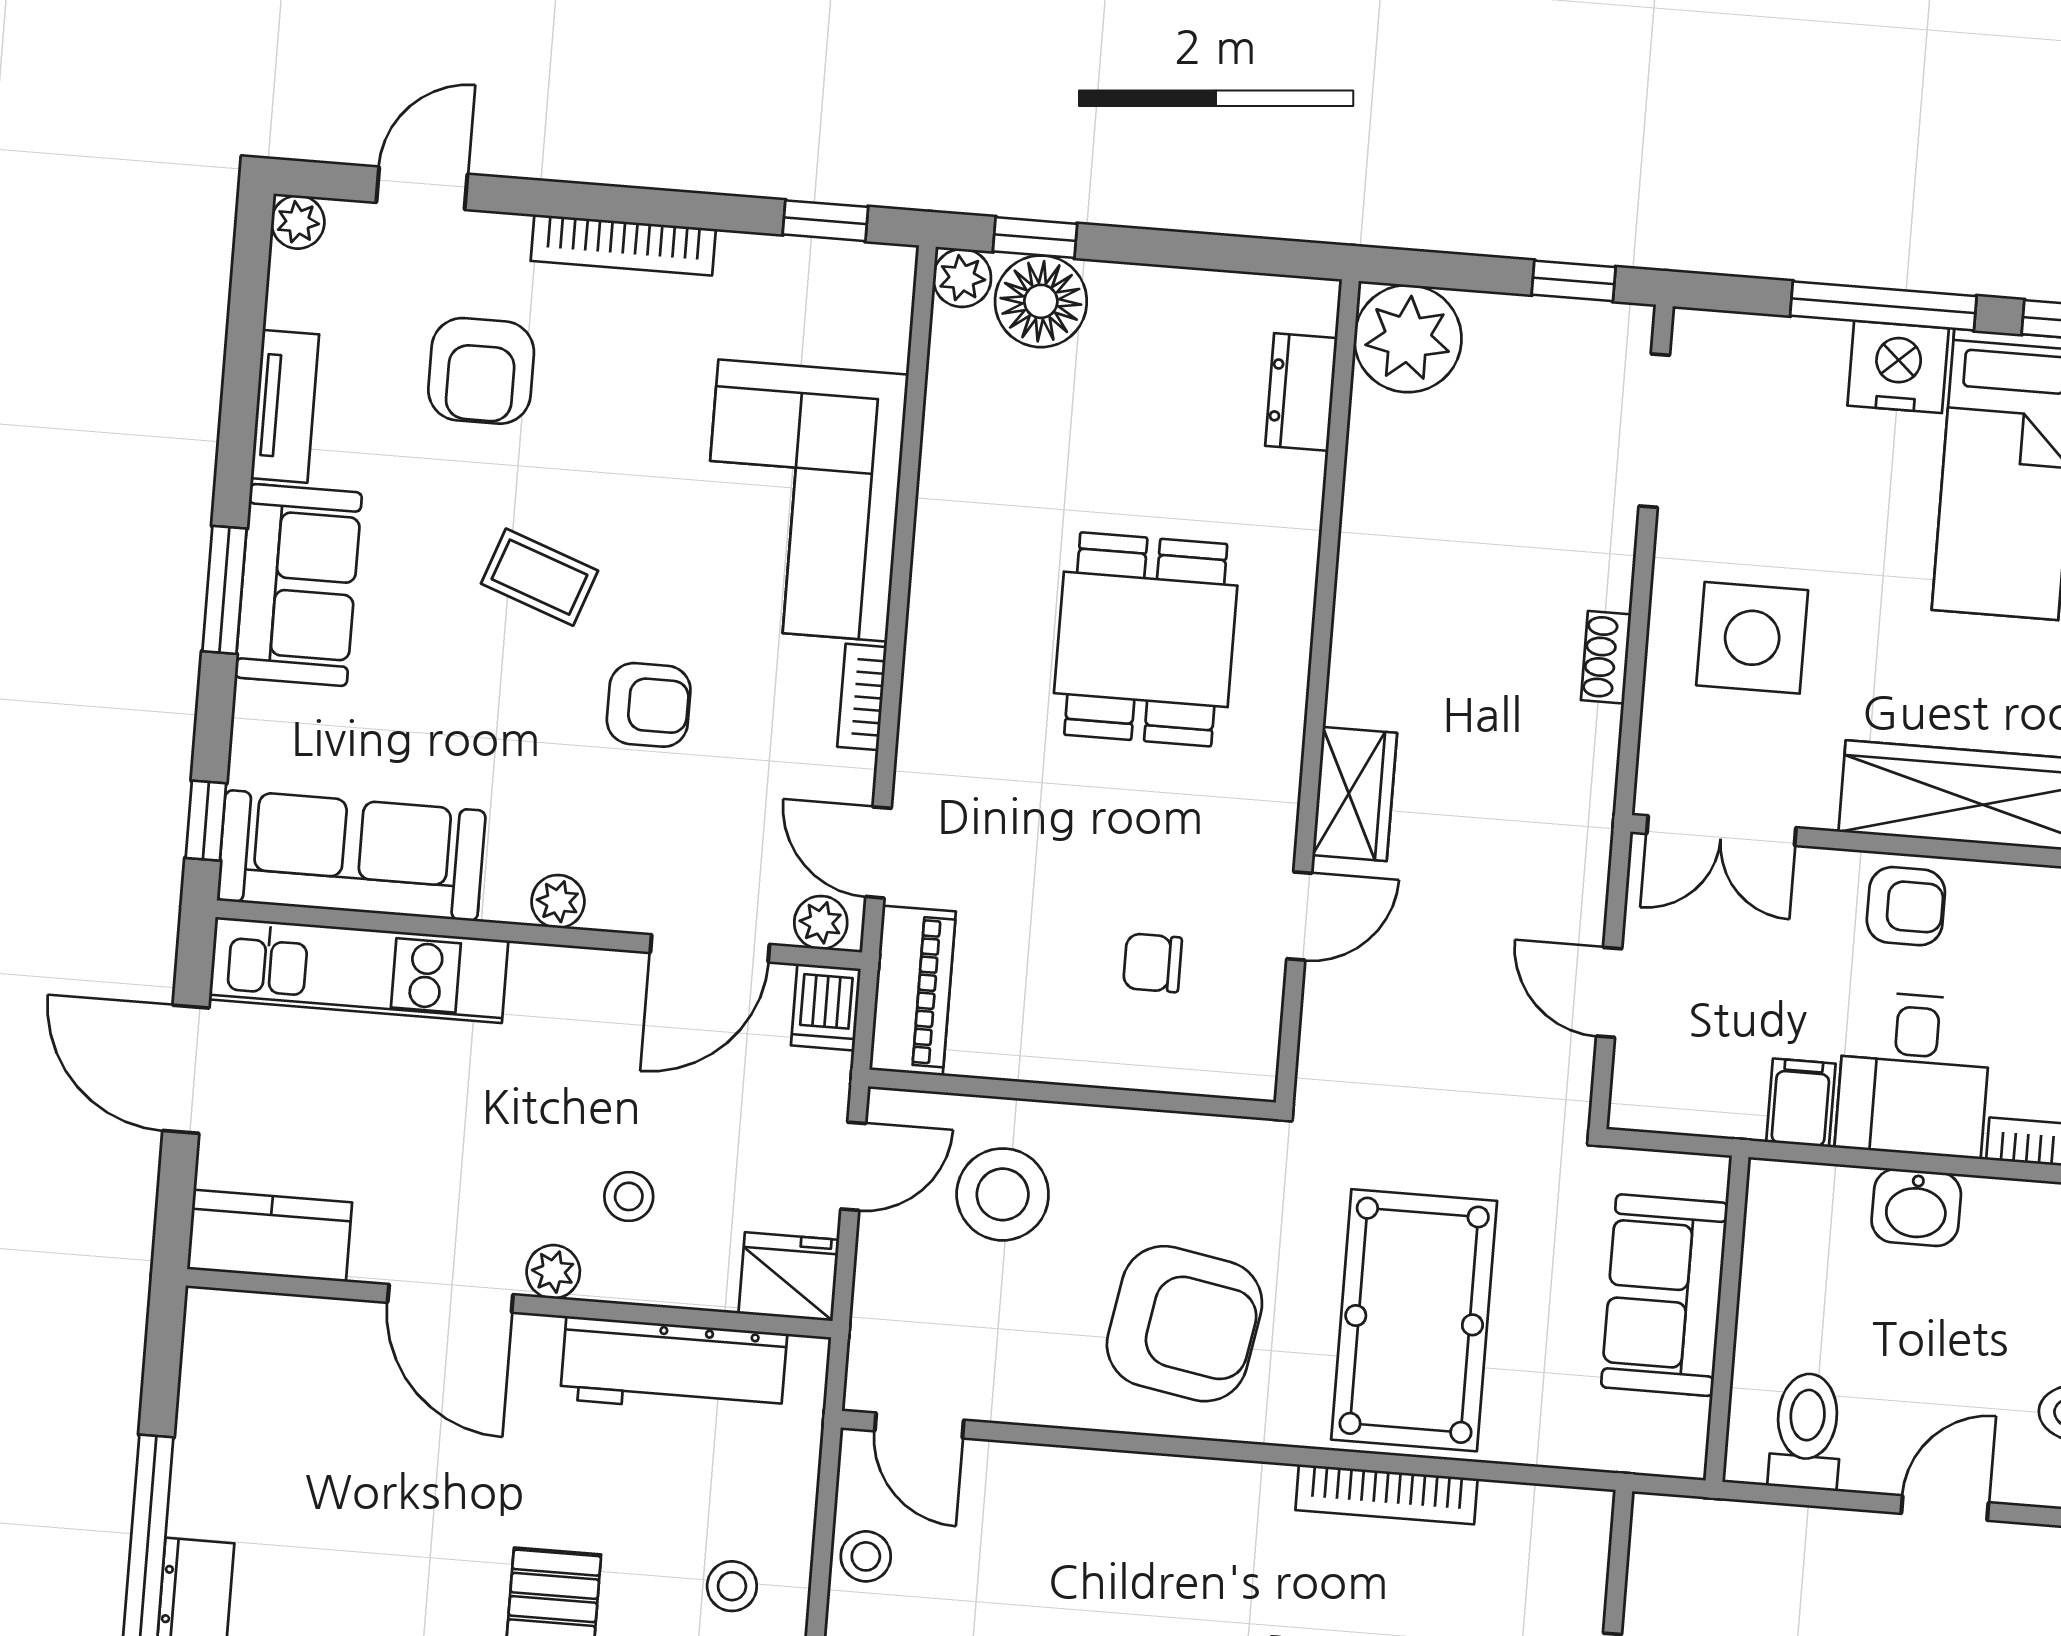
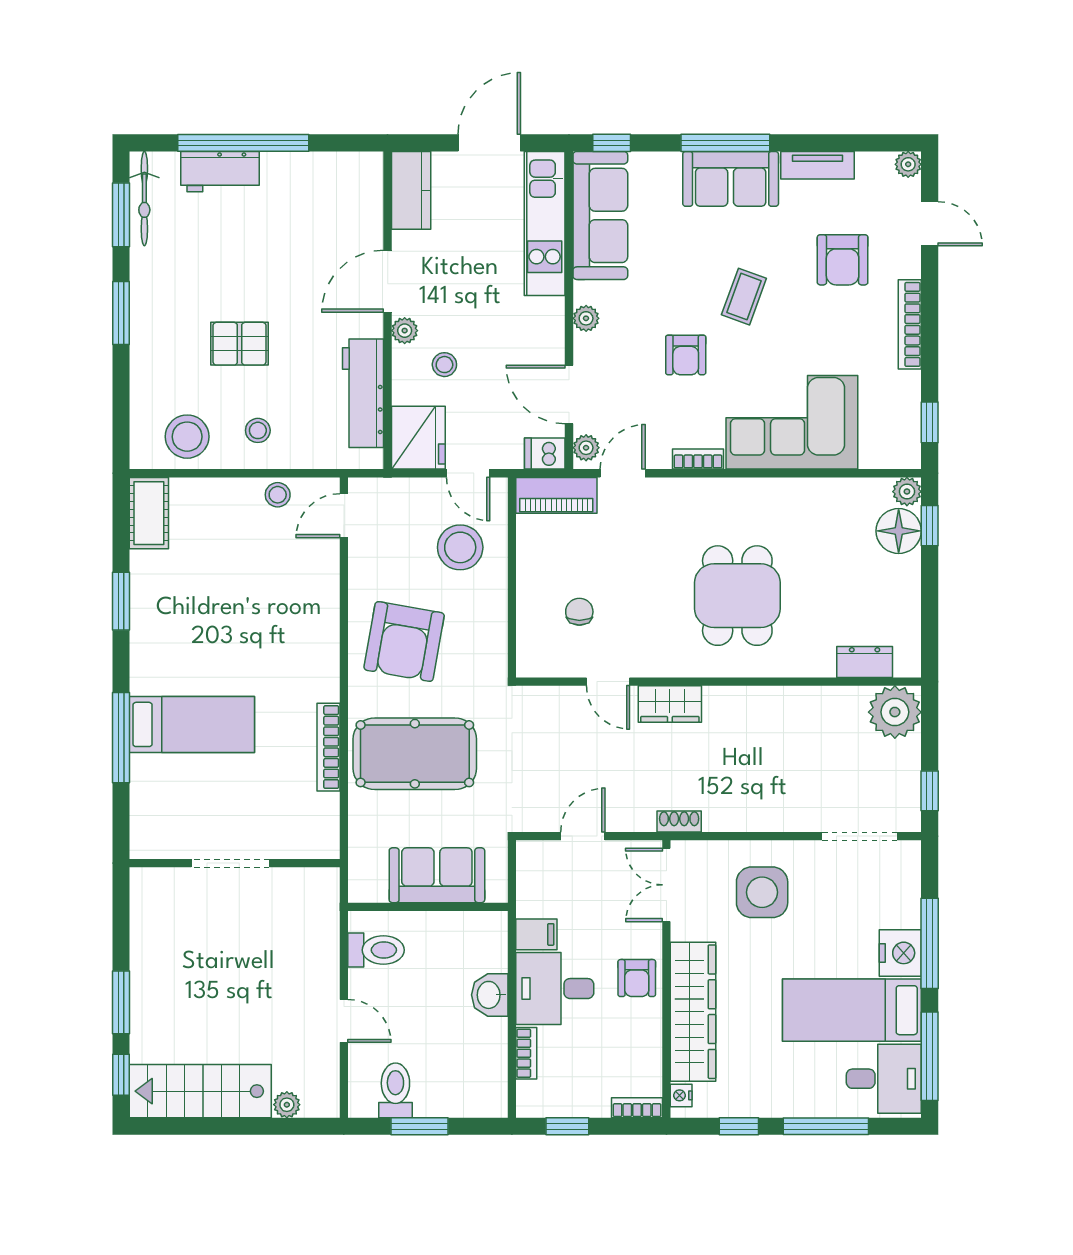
armchair: (481, 371) -> (843, 260), turned -90
window: (224, 590) -> (725, 143), width x1.44
dining table: (1146, 639) -> (737, 596), turned 90
shoe rack: (1606, 657) -> (679, 822), moved
fridge: (789, 1277) -> (418, 438), width x1.36, depth x1.34

